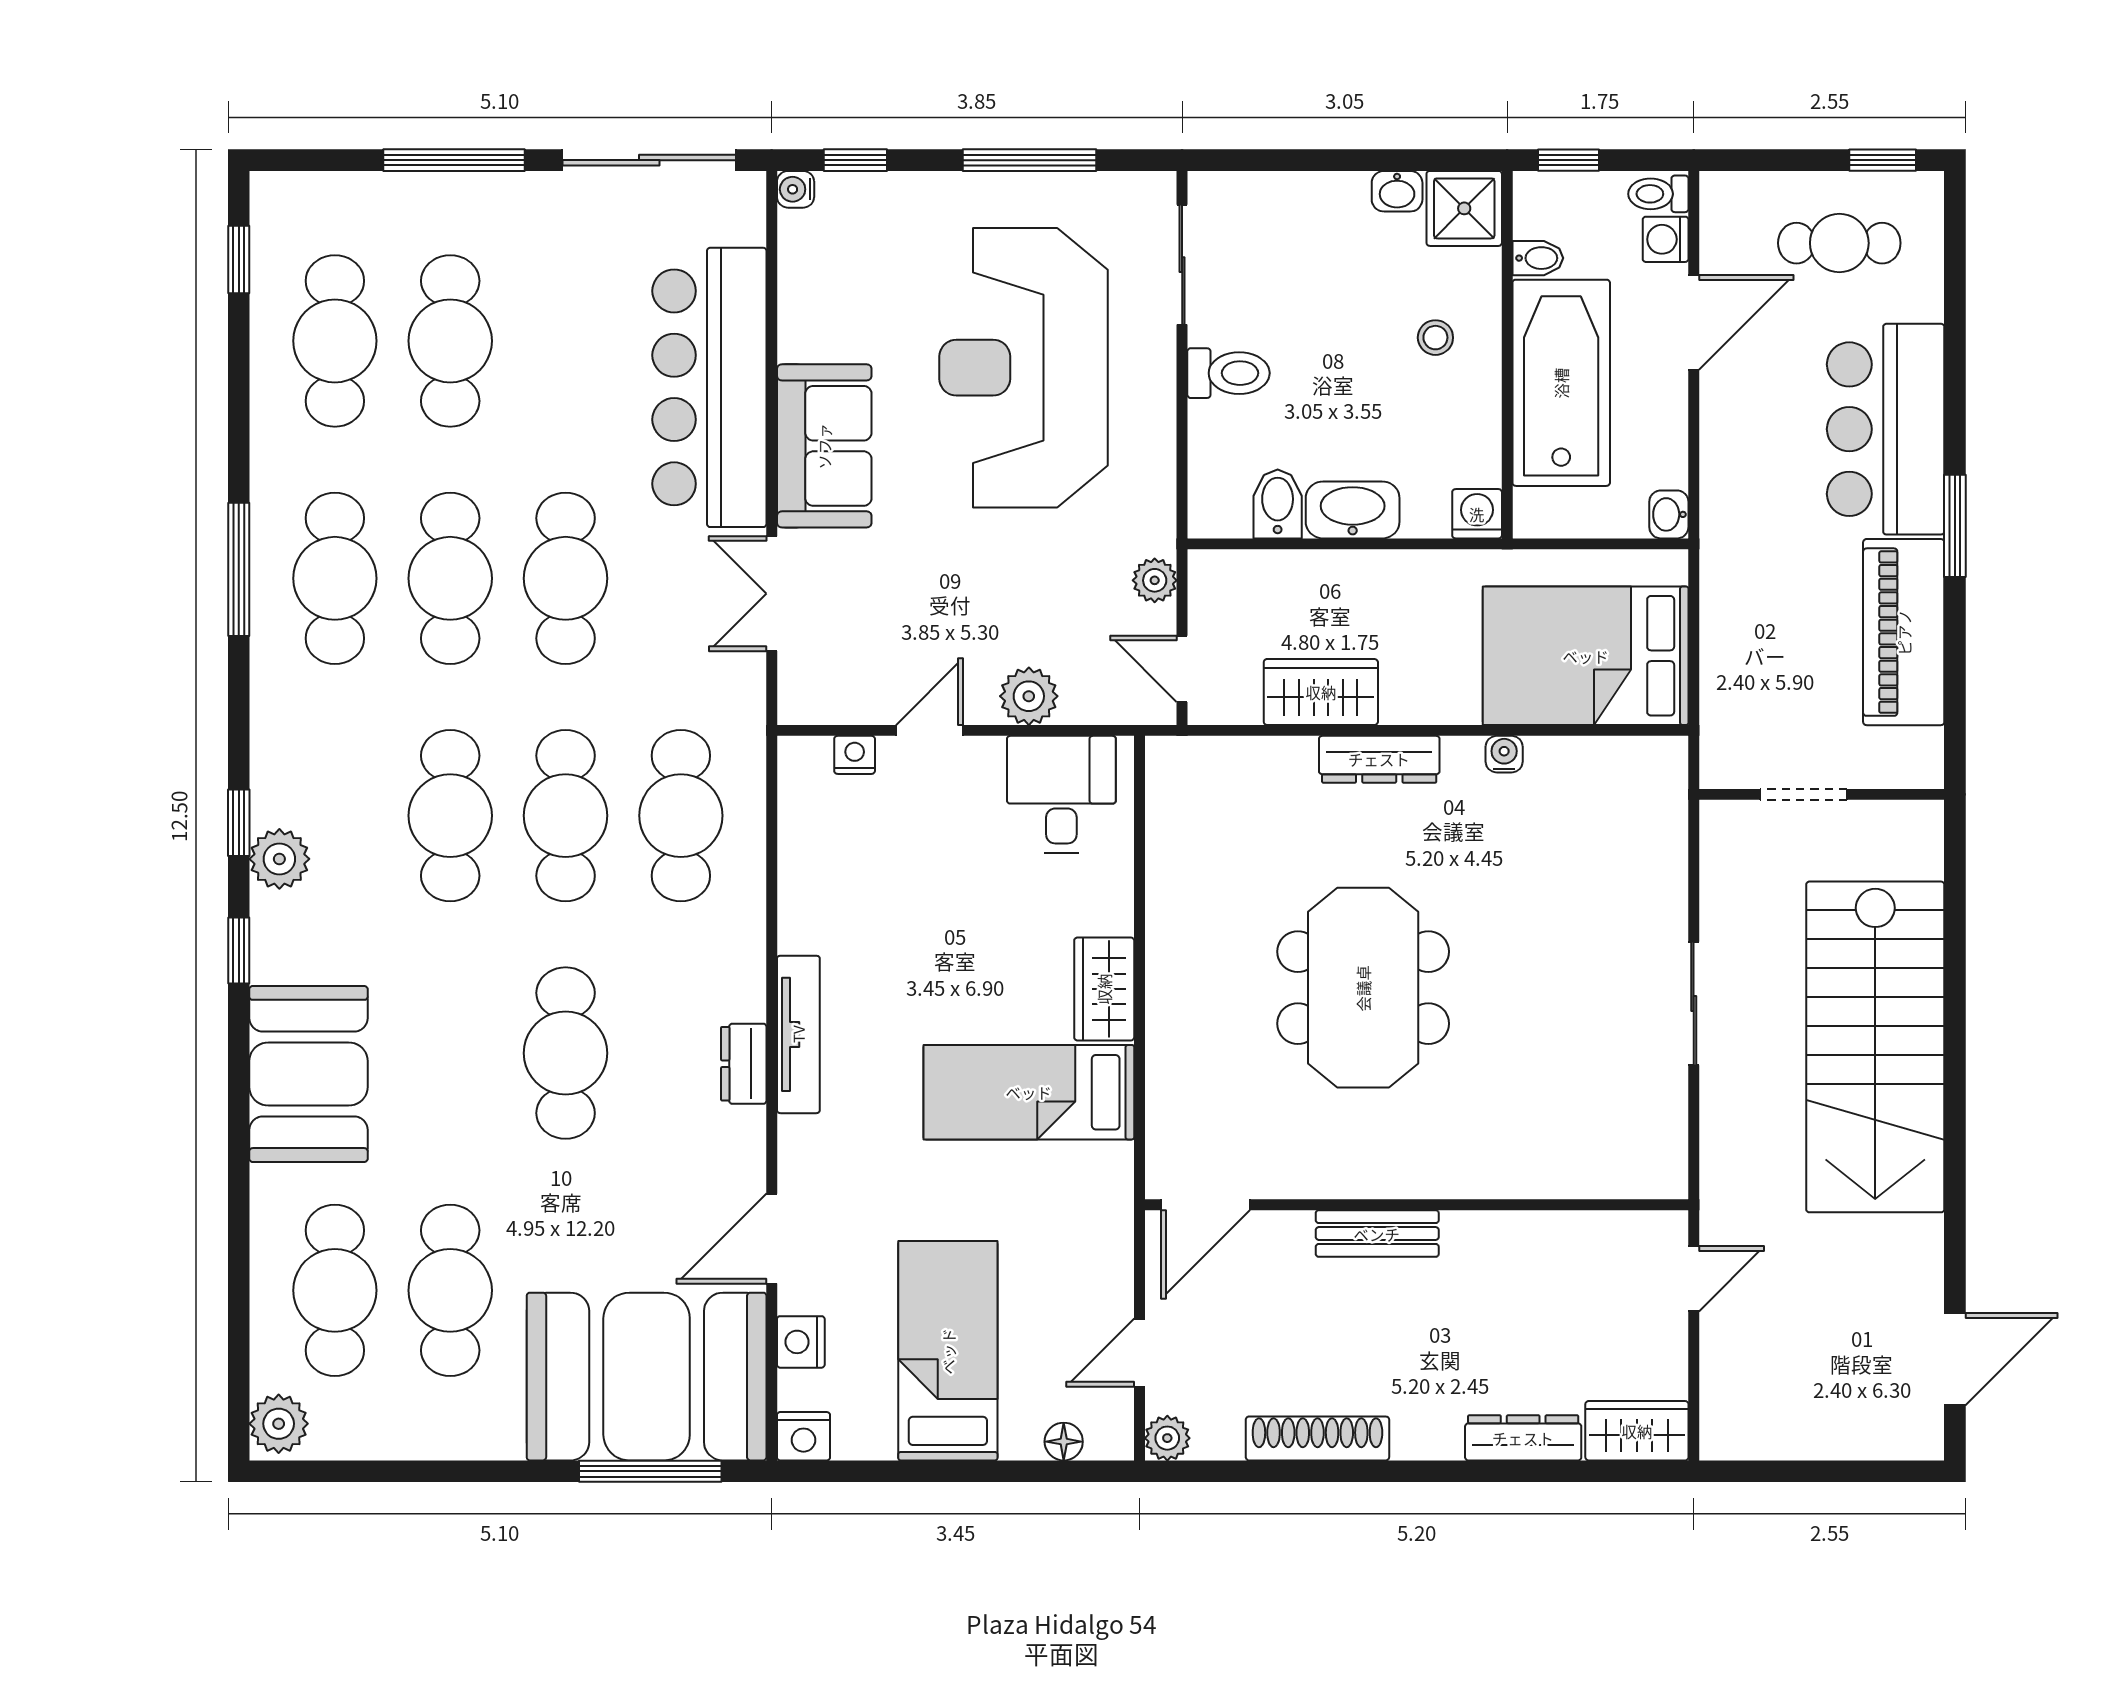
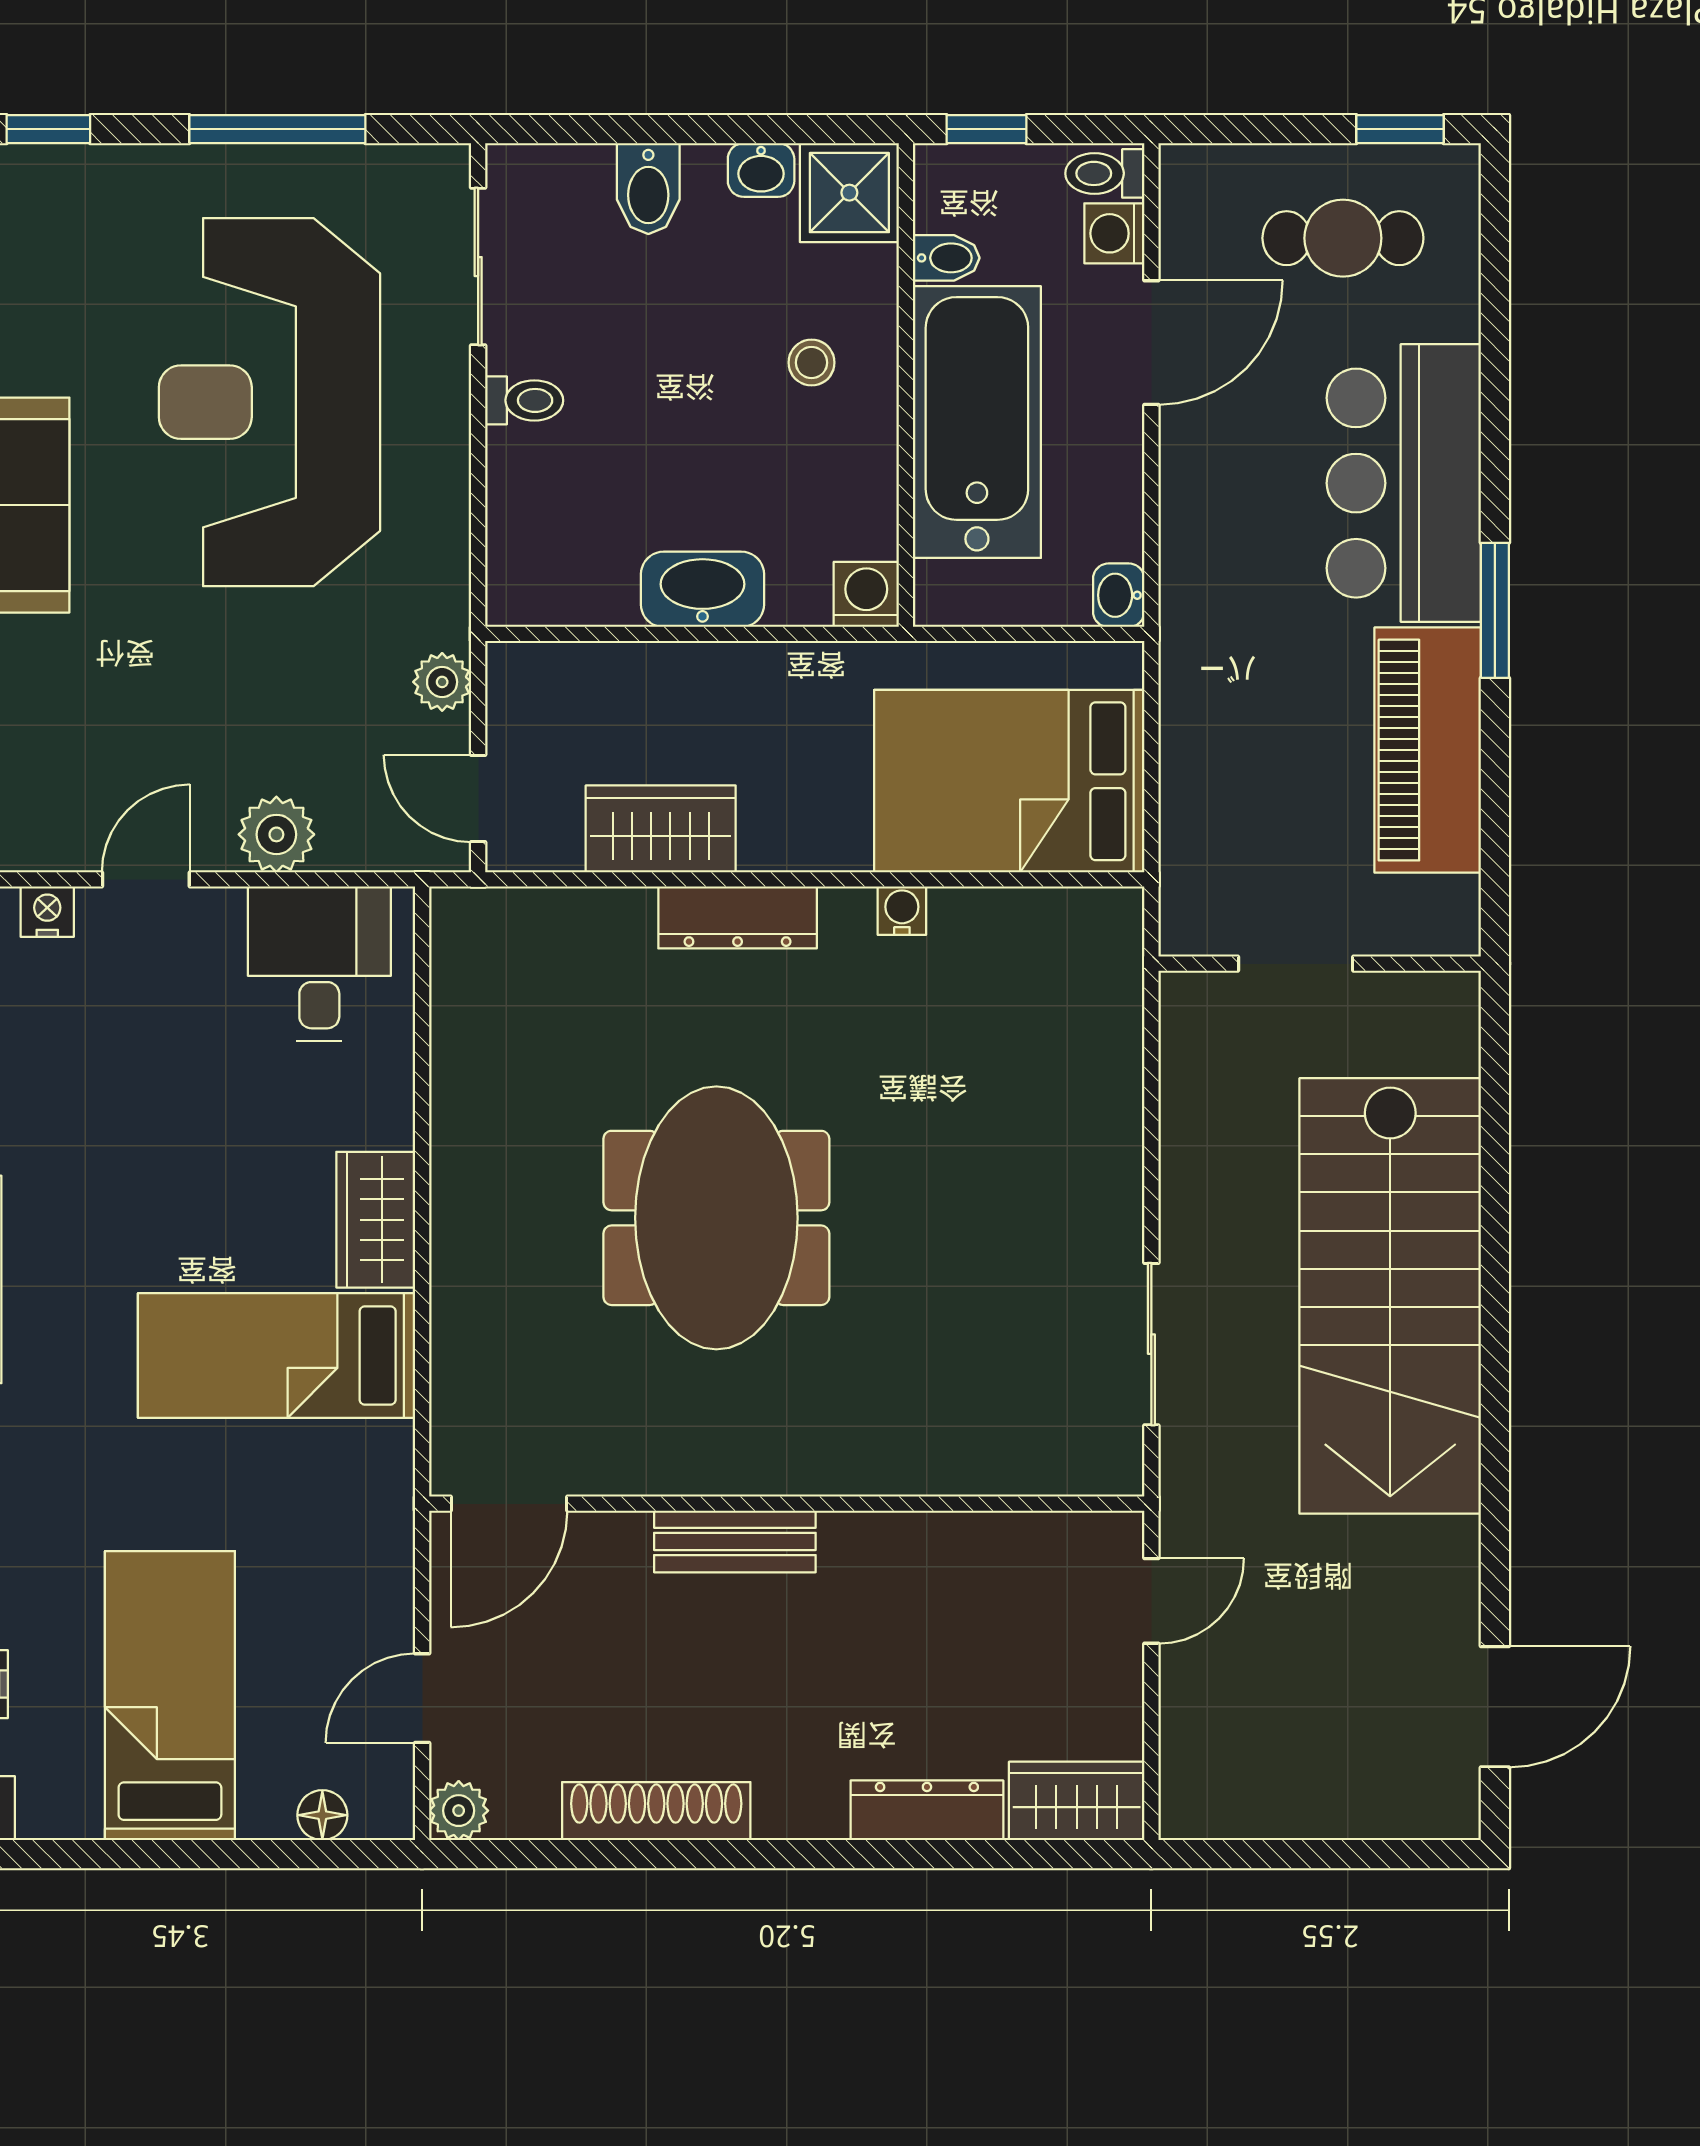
toilet: (1228, 373) -> (524, 400), width x0.73, depth x0.72
bidet: (1278, 504) -> (648, 189), moved, turned 180
sliding door: (1694, 1004) -> (1151, 1344), moved

